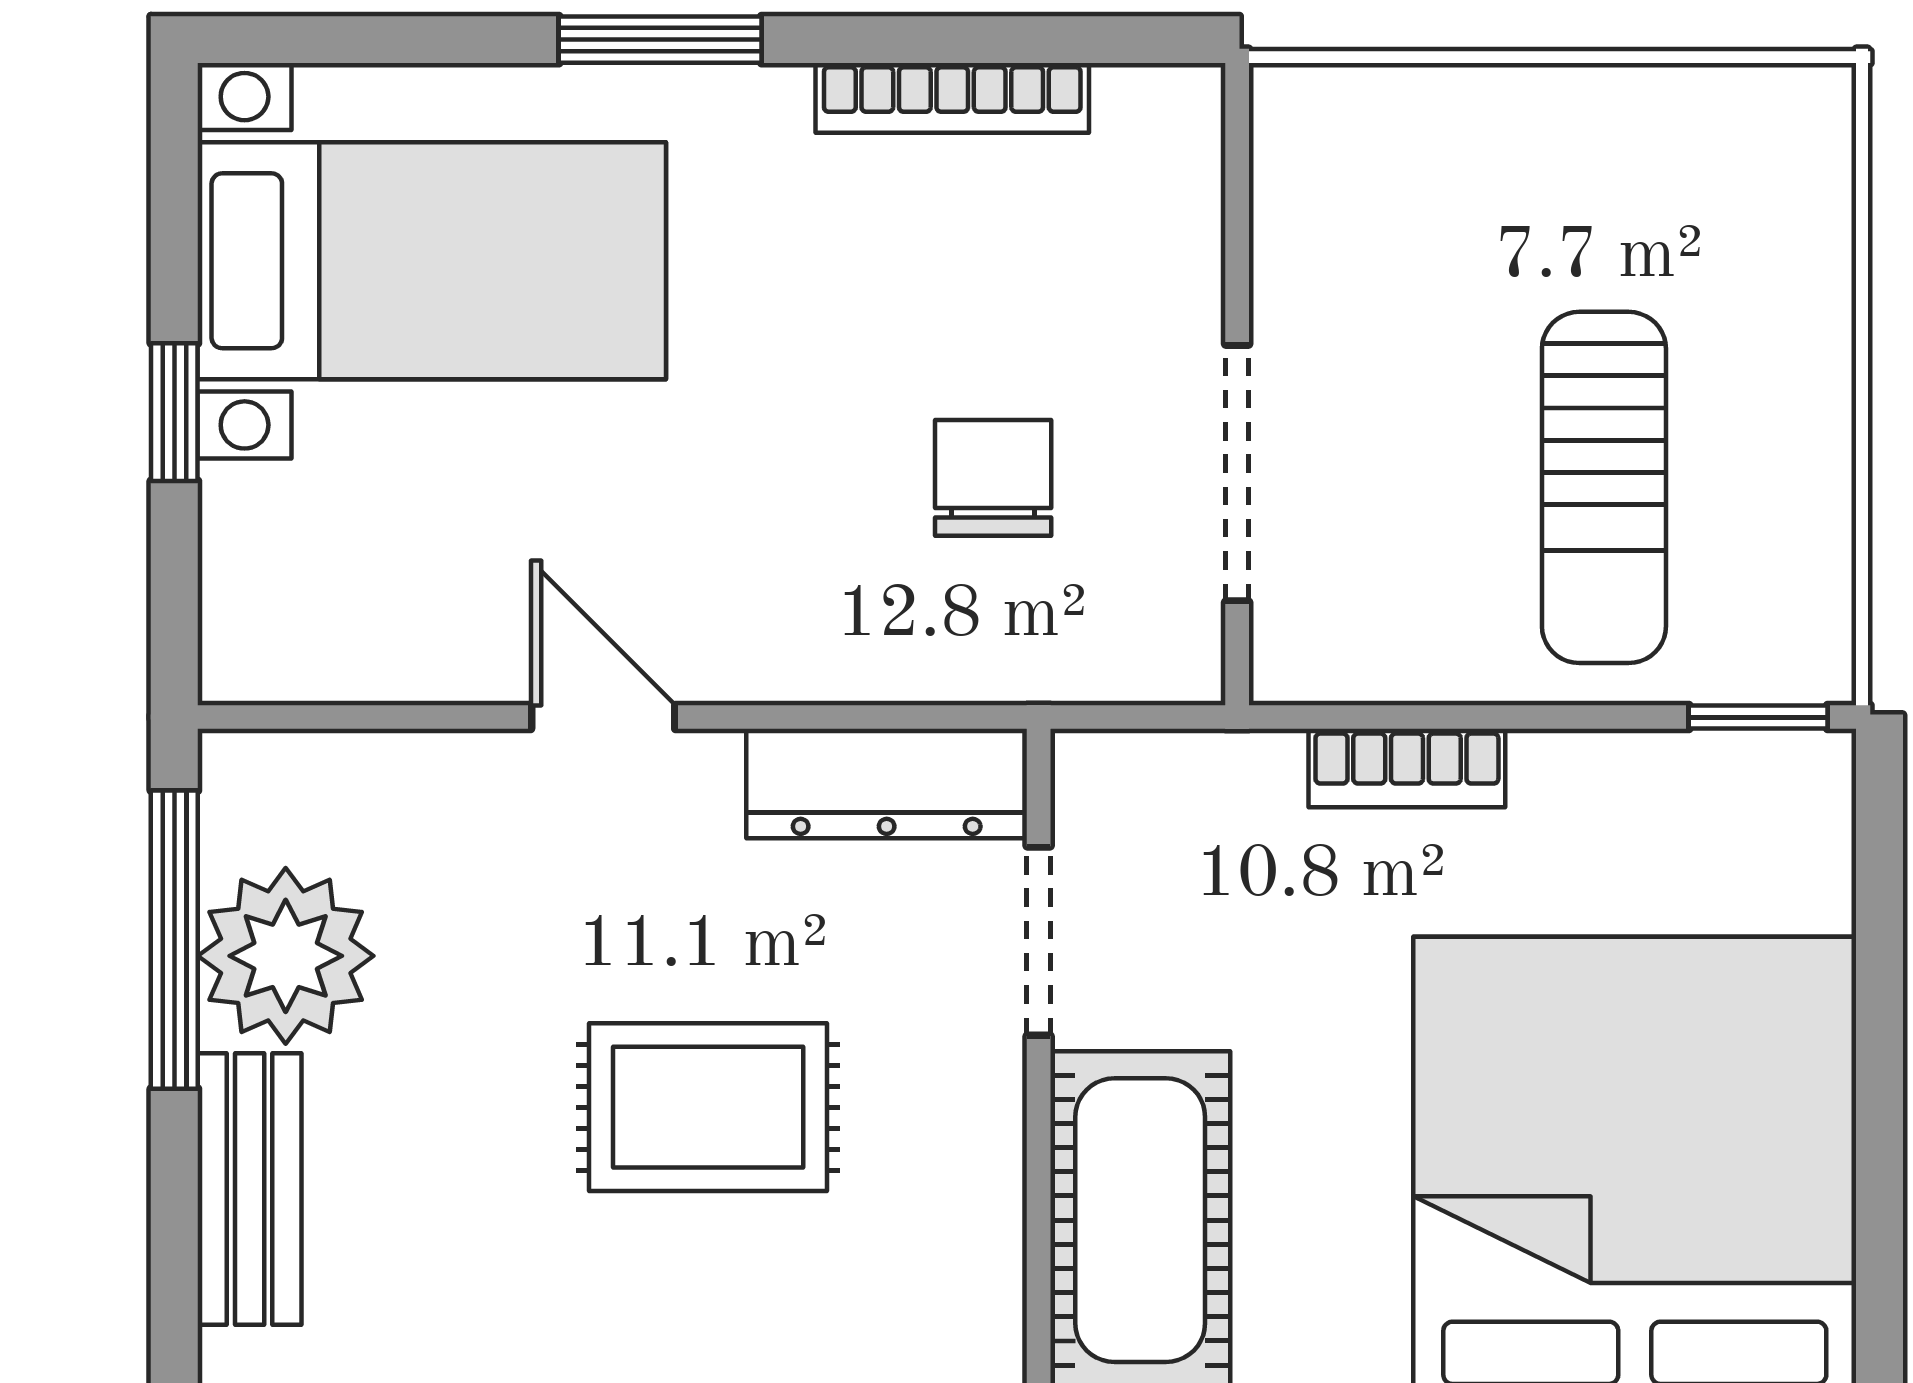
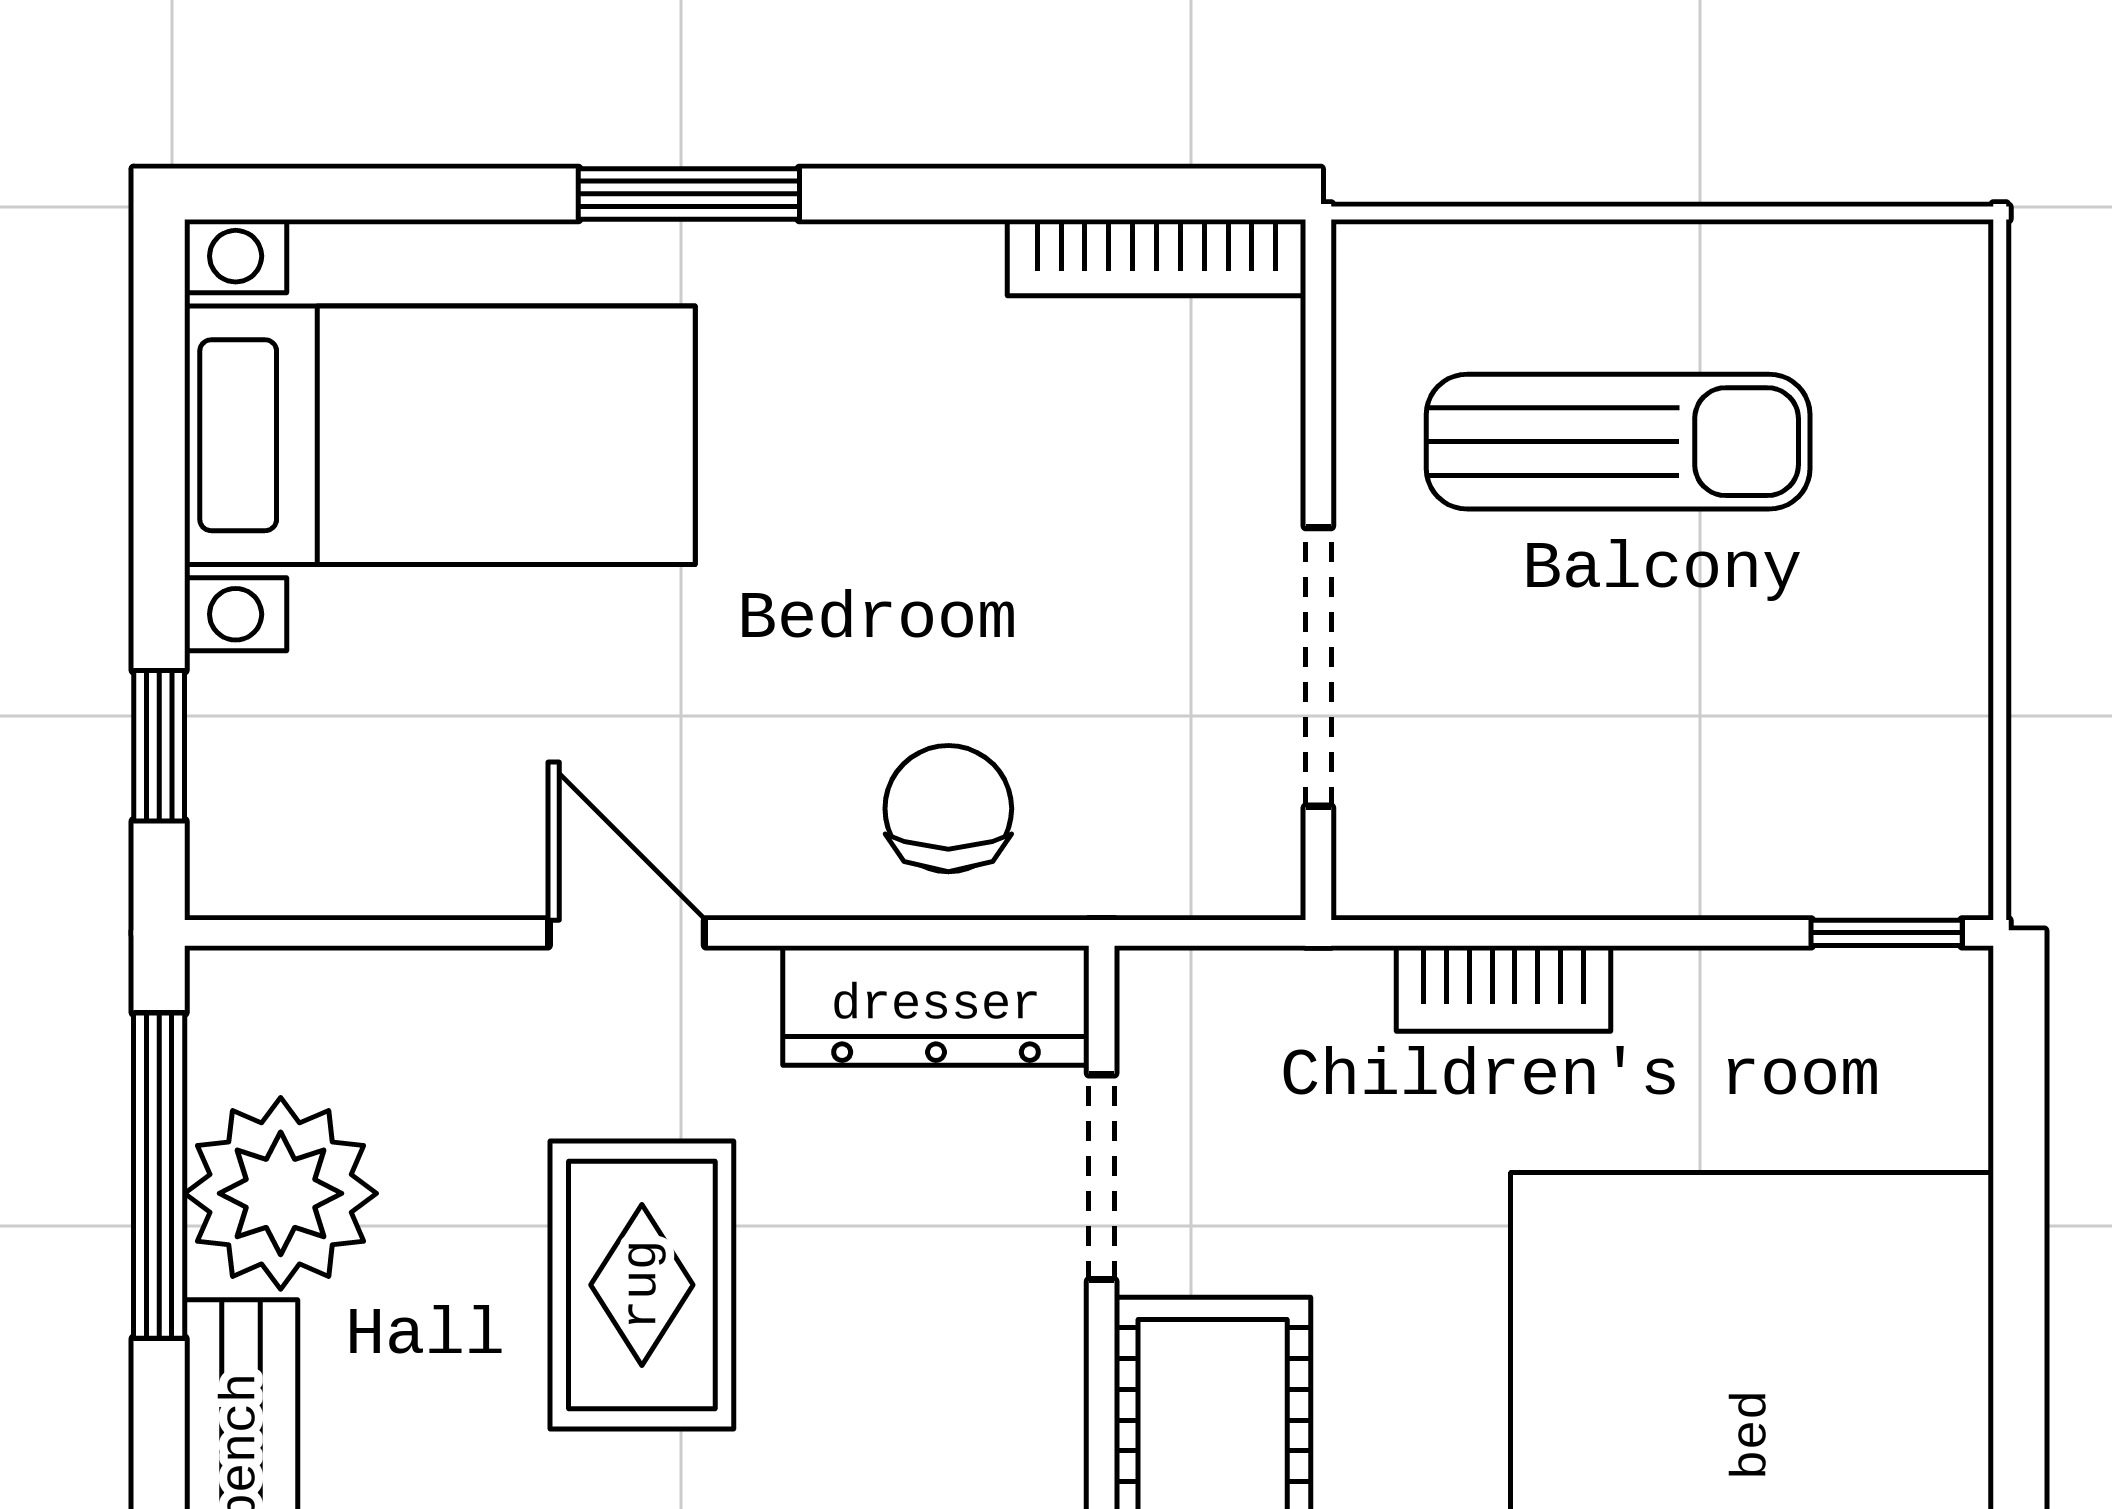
bookcase: (952, 98) -> (1157, 258), moved
window: (174, 412) -> (159, 746), moved
chair: (993, 478) -> (948, 809), moved
sun lounger: (1604, 487) -> (1618, 442), moved, turned -90
rug: (708, 1107) -> (642, 1285), moved, turned 90

